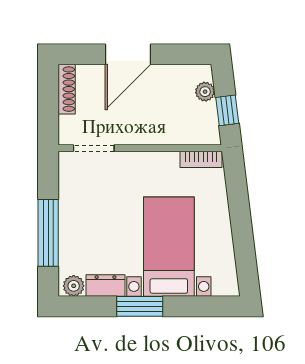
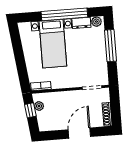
plant: (205, 92) -> (39, 106), moved
window: (140, 306) -> (64, 14), width x2.11

